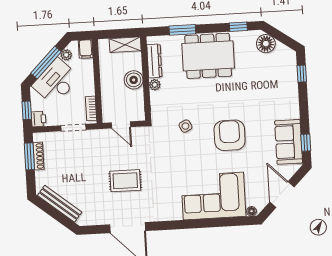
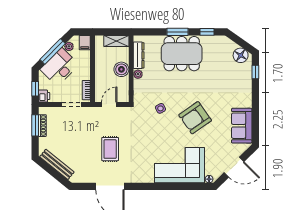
window: (182, 30) -> (177, 32), moved
floor lamp: (266, 44) -> (241, 55), moved
door: (121, 125) -> (109, 104), swing flipped
armchair: (230, 135) -> (195, 118), turned -125
window: (306, 143) -> (255, 127), removed
rug: (125, 181) -> (110, 149), turned 90
door: (282, 195) -> (234, 167), swing flipped

